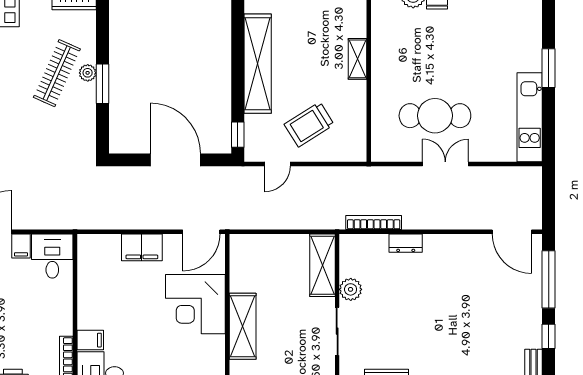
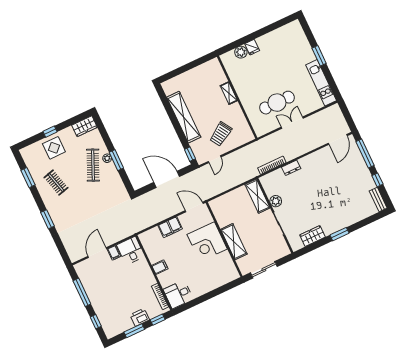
door: (201, 232) -> (194, 207), swing flipped
door: (512, 232) -> (338, 139), hinge flipped
filing cabinet: (90, 340) -> (160, 267), moved

